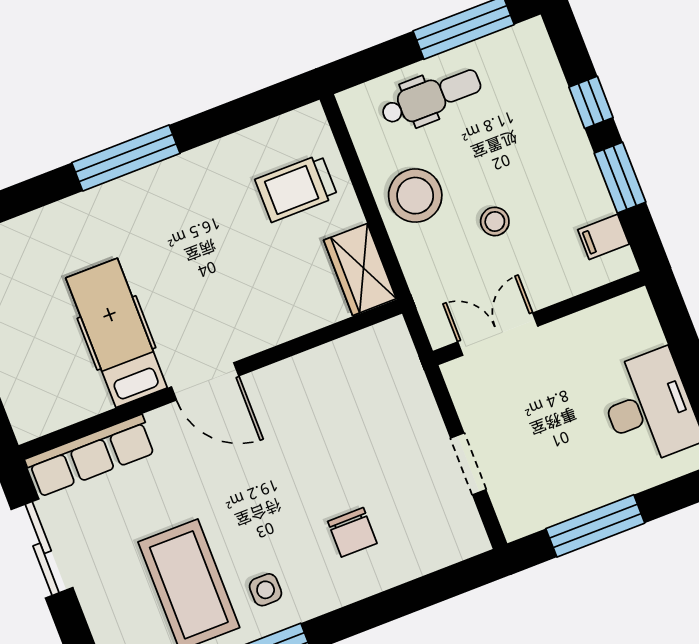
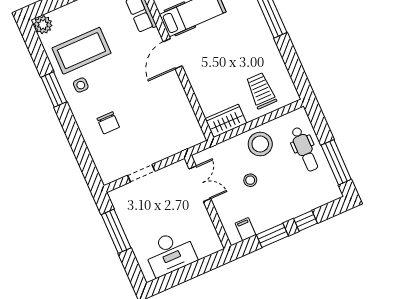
chair: (352, 532) -> (108, 123), turned -90

